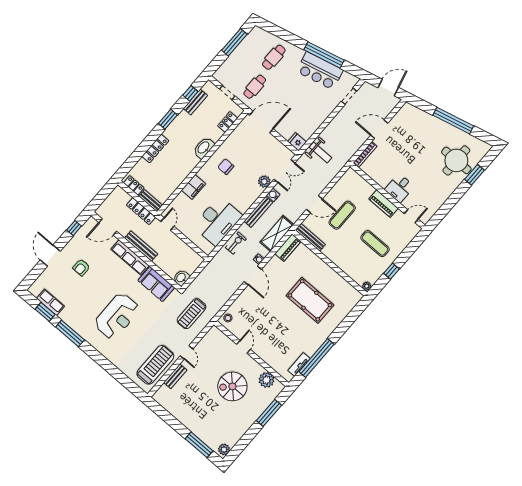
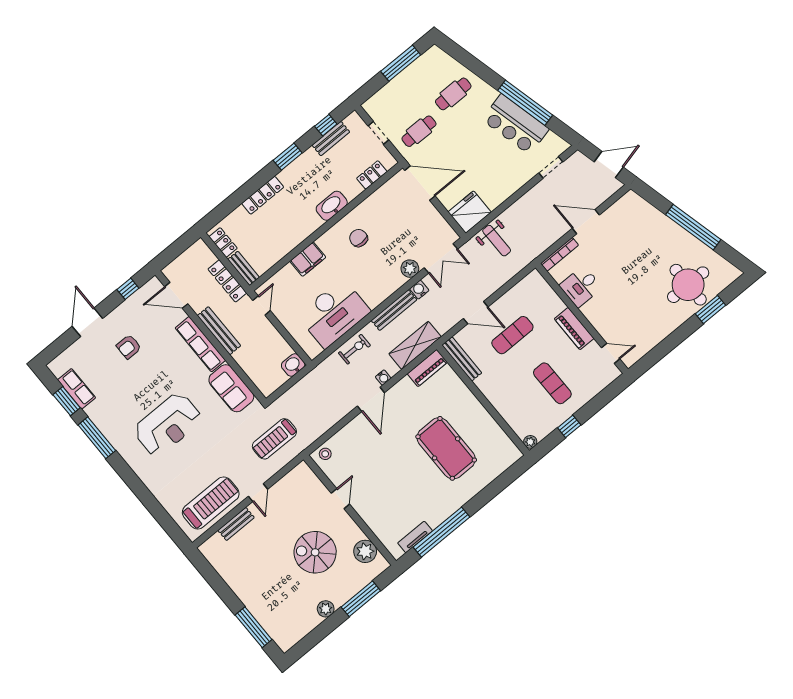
fridge: (297, 142) -> (470, 212), width x1.88, depth x1.34
desk: (399, 188) -> (581, 286), moved
washbasin: (181, 278) -> (293, 365), moved
plant: (224, 450) -> (326, 609), moved

